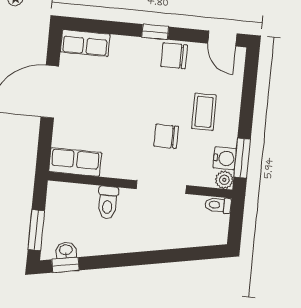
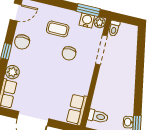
plant: (122, 47) -> (12, 72), added
doorway: (161, 187) -> (101, 50), moved
toilet: (108, 203) -> (98, 116), moved

